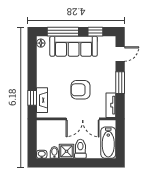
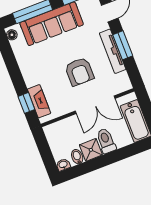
armchair: (80, 90) -> (79, 72), turned -90
tv unit: (111, 105) -> (113, 51), moved, width x1.41

